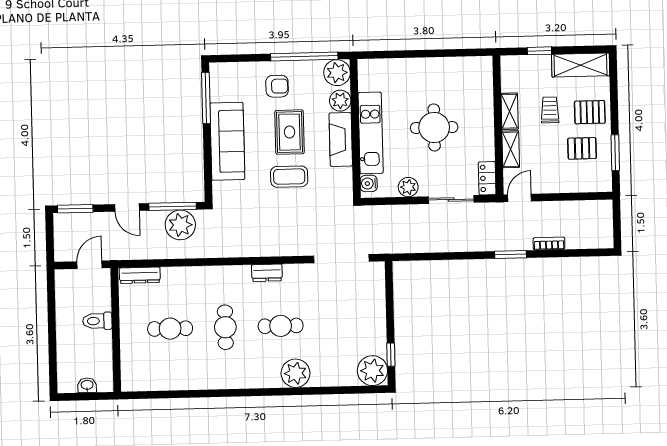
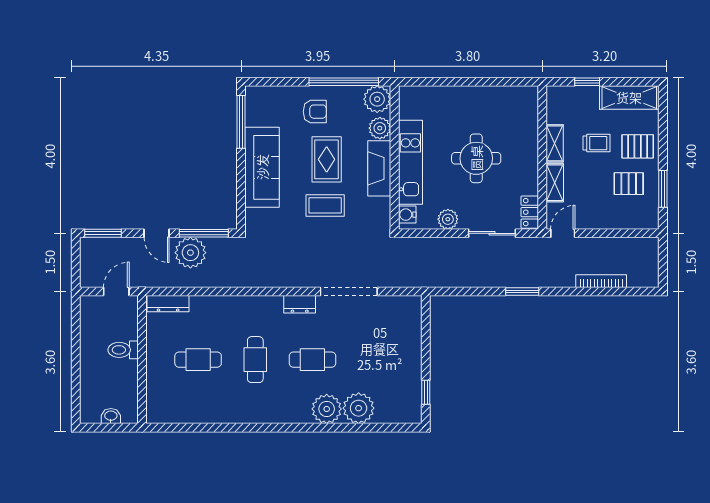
trolley: (550, 110) -> (596, 143), turned 90
plant: (180, 225) -> (190, 253), moved
bookcase: (549, 244) -> (601, 281), width x1.56
window: (511, 254) -> (522, 292), moved
doorway: (341, 259) -> (349, 292), moved
plant: (372, 371) -> (359, 408), moved

